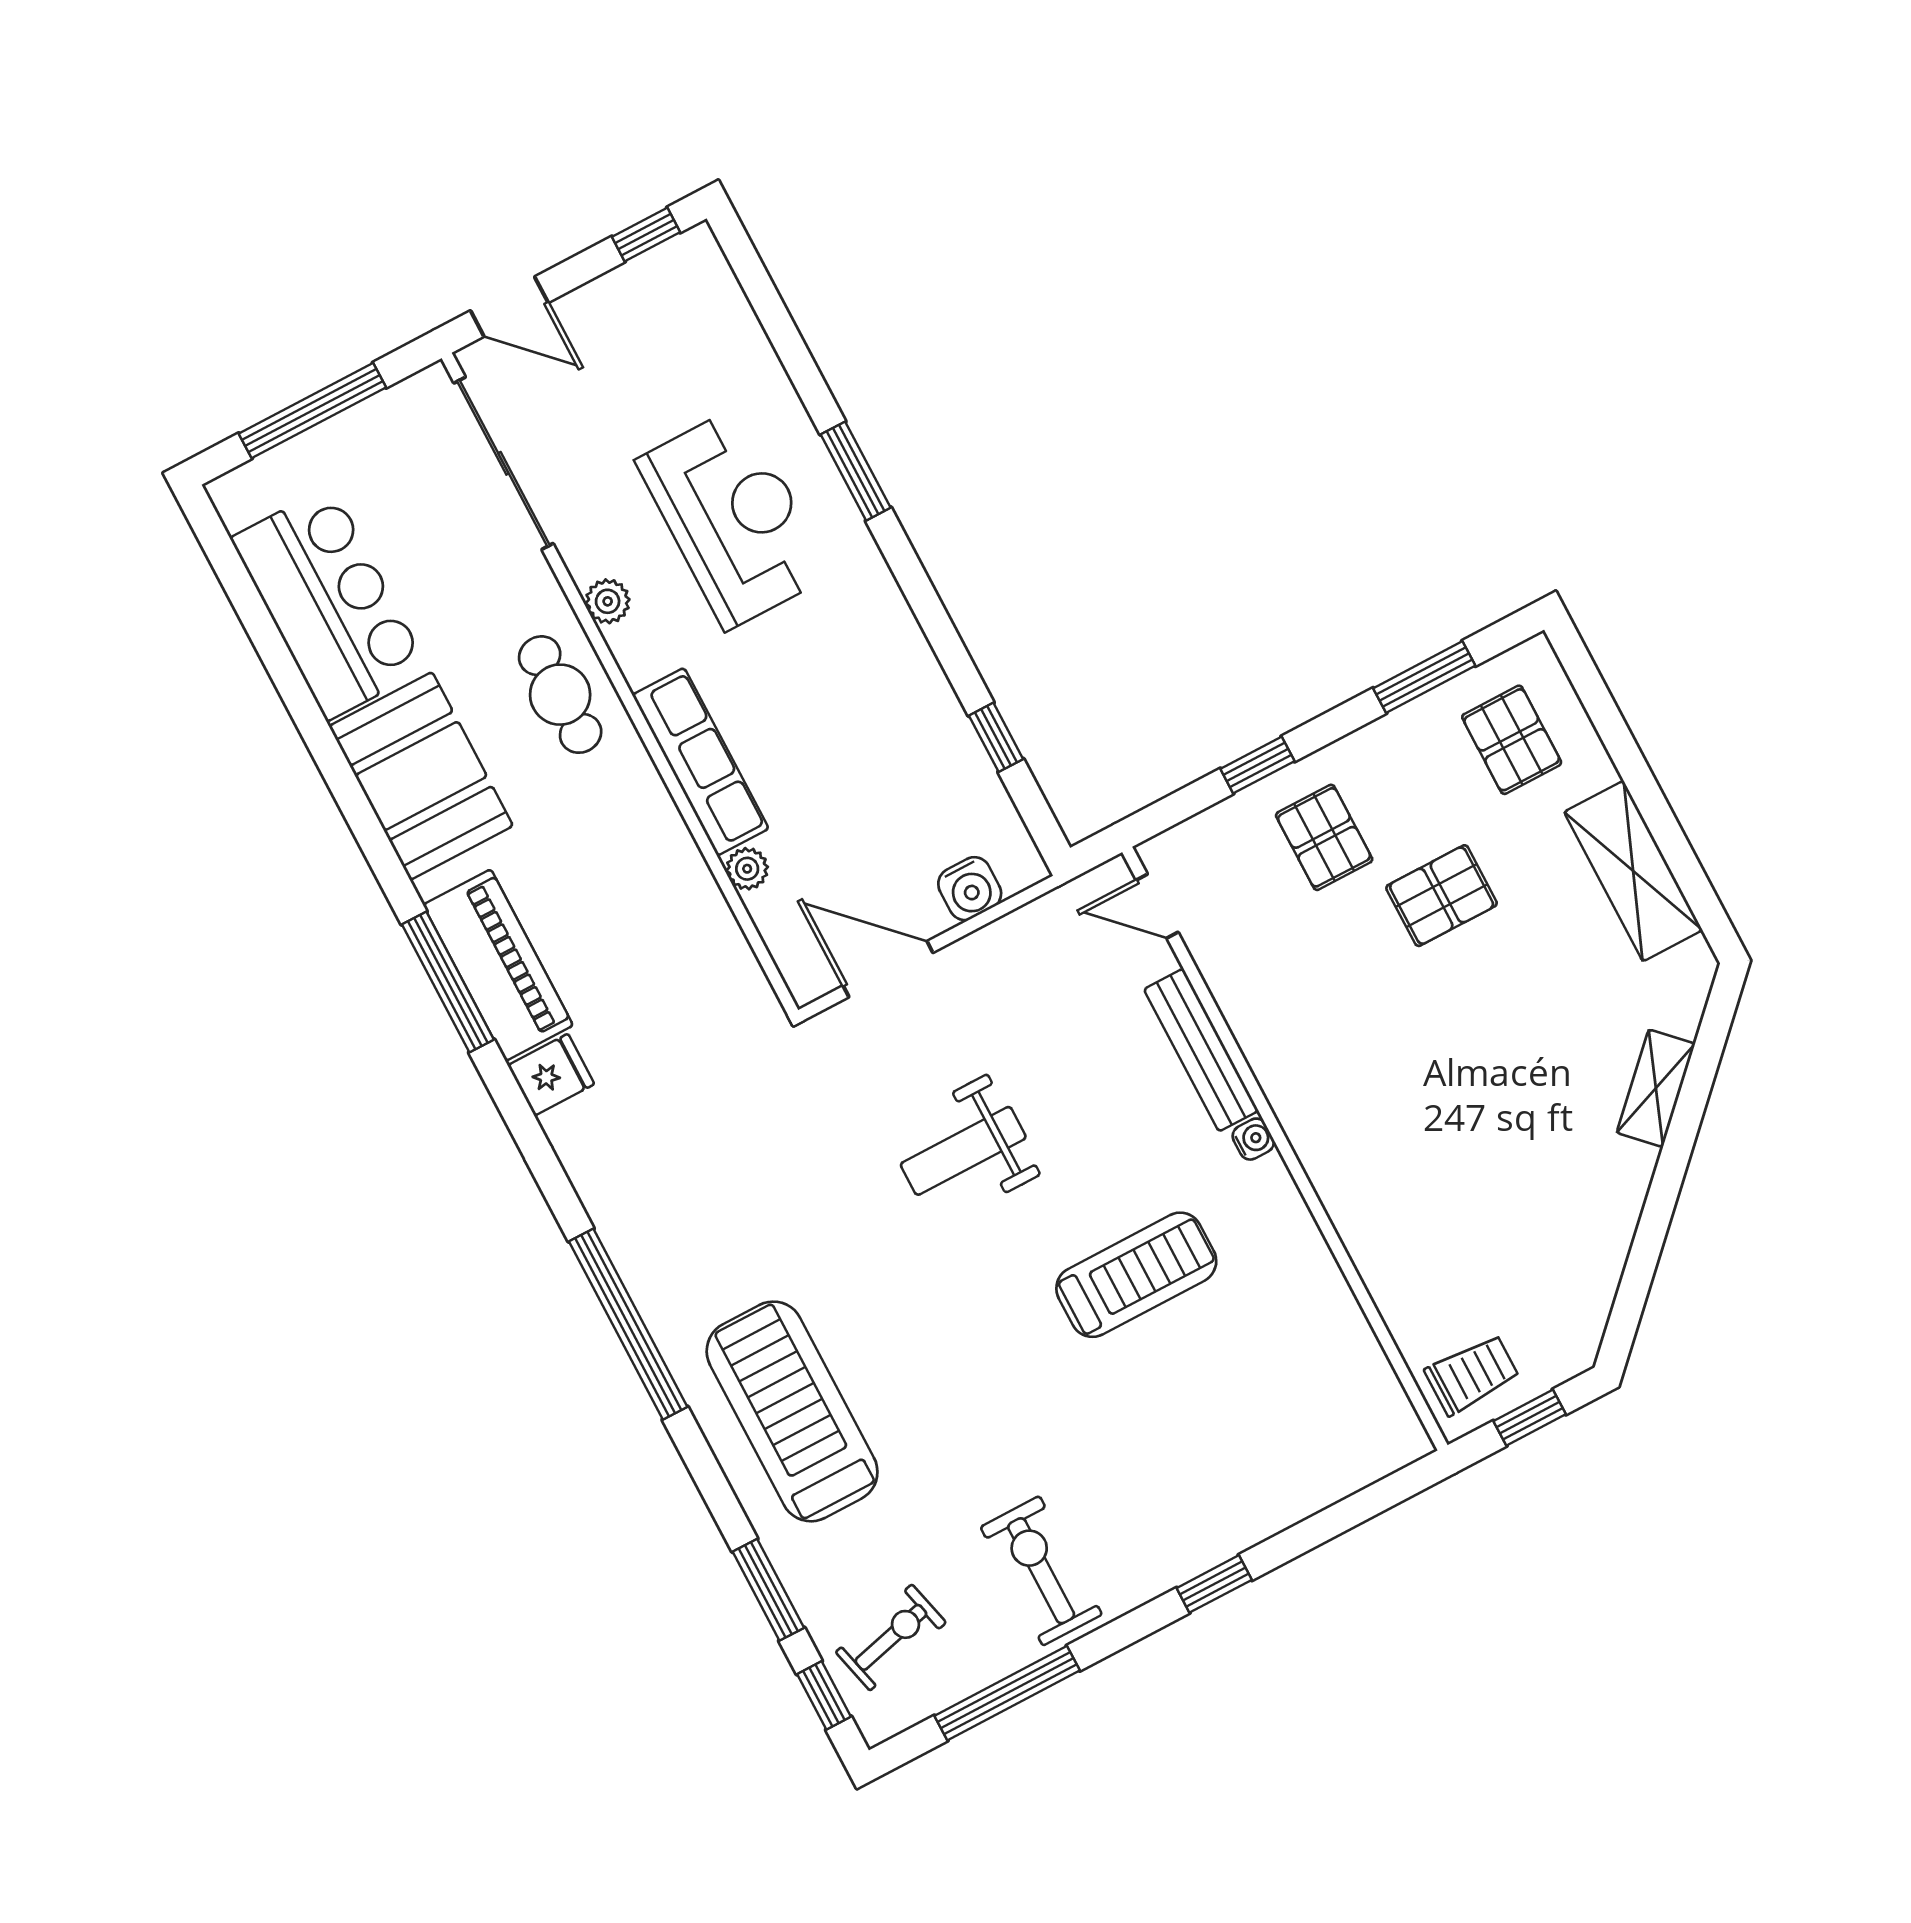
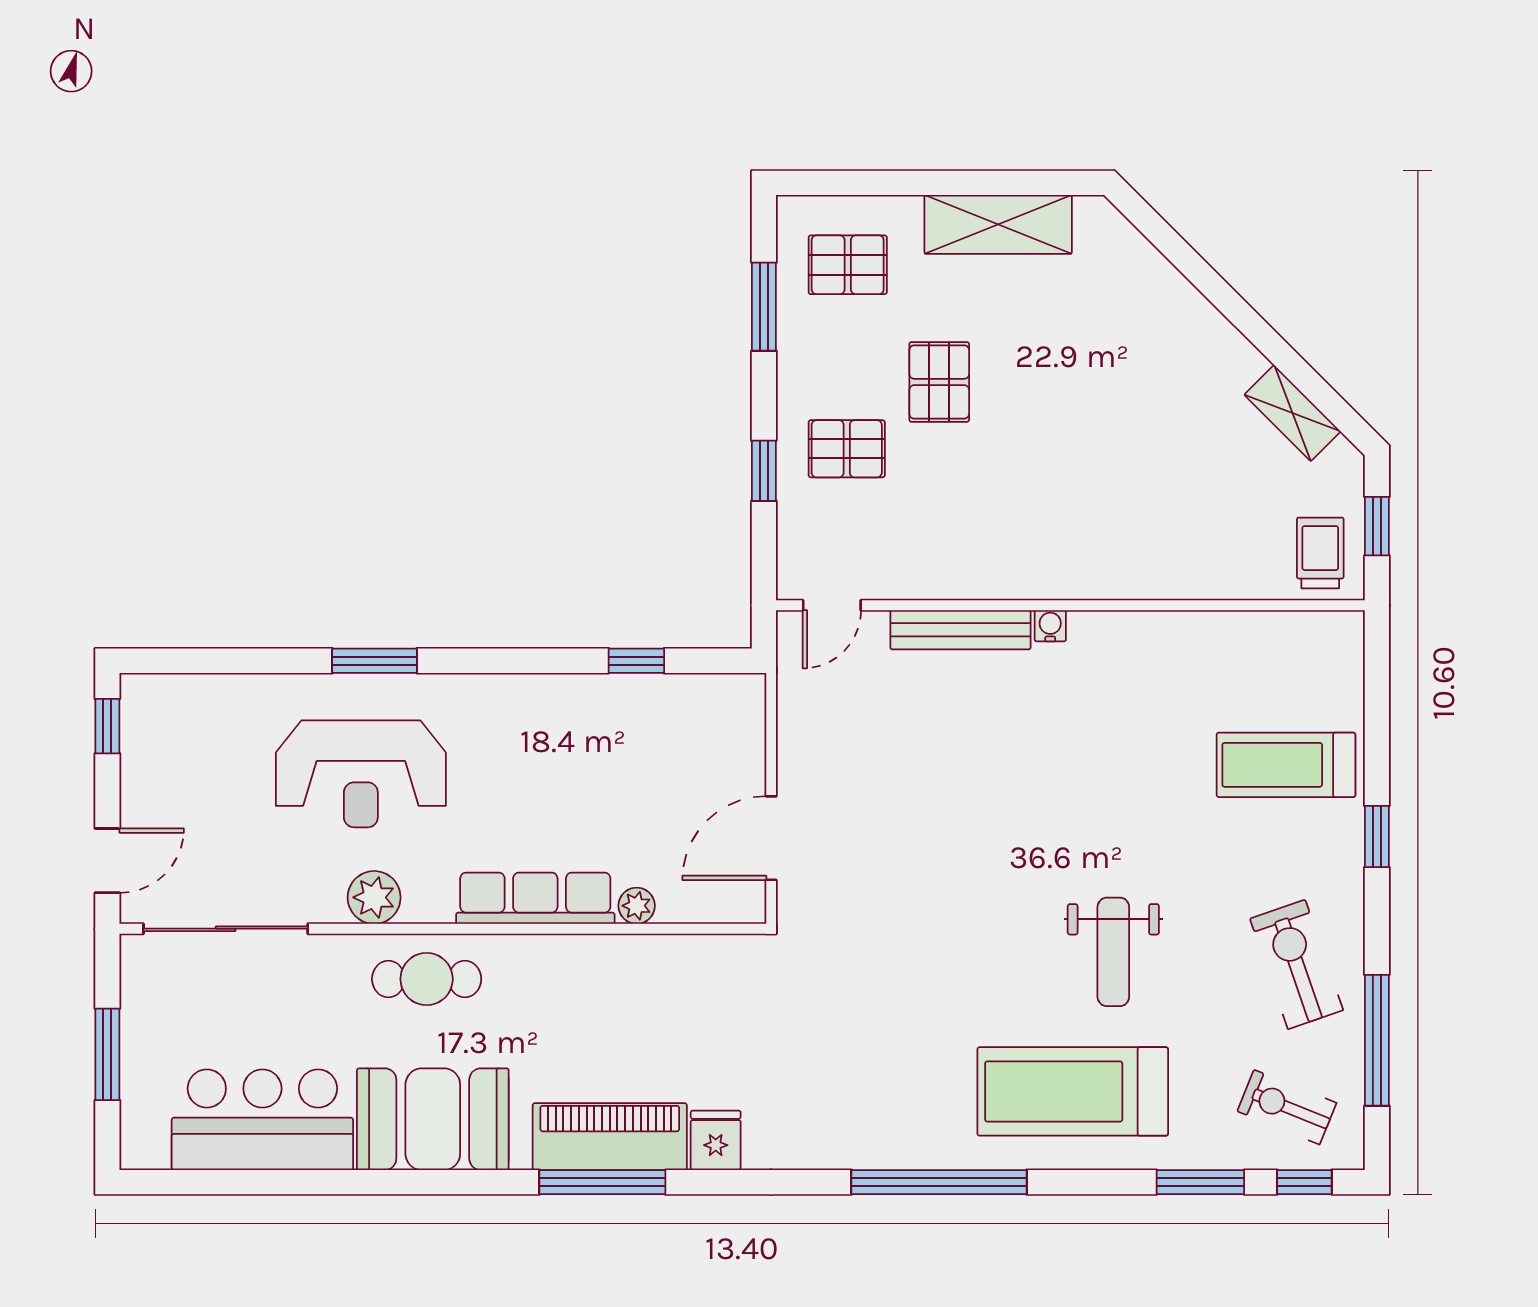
window: (312, 410) -> (107, 1054), width x0.69
reception desk: (733, 518) -> (361, 774), turned 180
plant: (608, 601) -> (374, 897), width x1.38, depth x1.38
water cooler: (970, 889) -> (742, 742), removed
shelving: (1656, 1088) -> (1292, 413), moved
weight bench: (963, 1151) -> (1113, 952), moved
treadmill: (1136, 1275) -> (1286, 765), moved, turned -90
exercise bike: (1041, 1571) -> (1297, 964), turned 71
exercise bike: (891, 1637) -> (1287, 1107), turned -54

